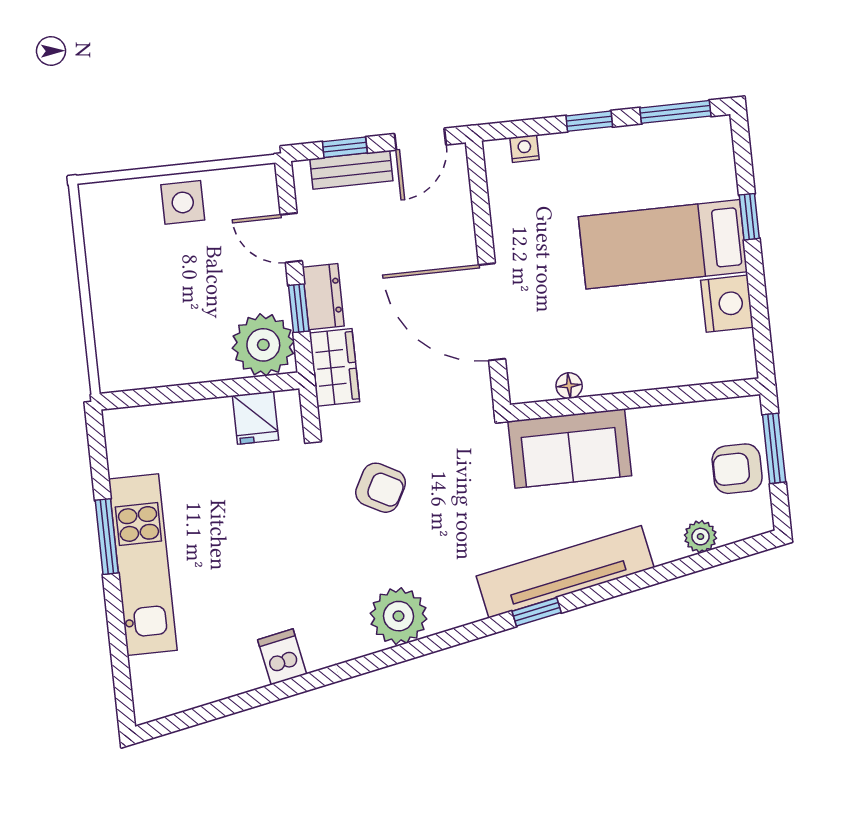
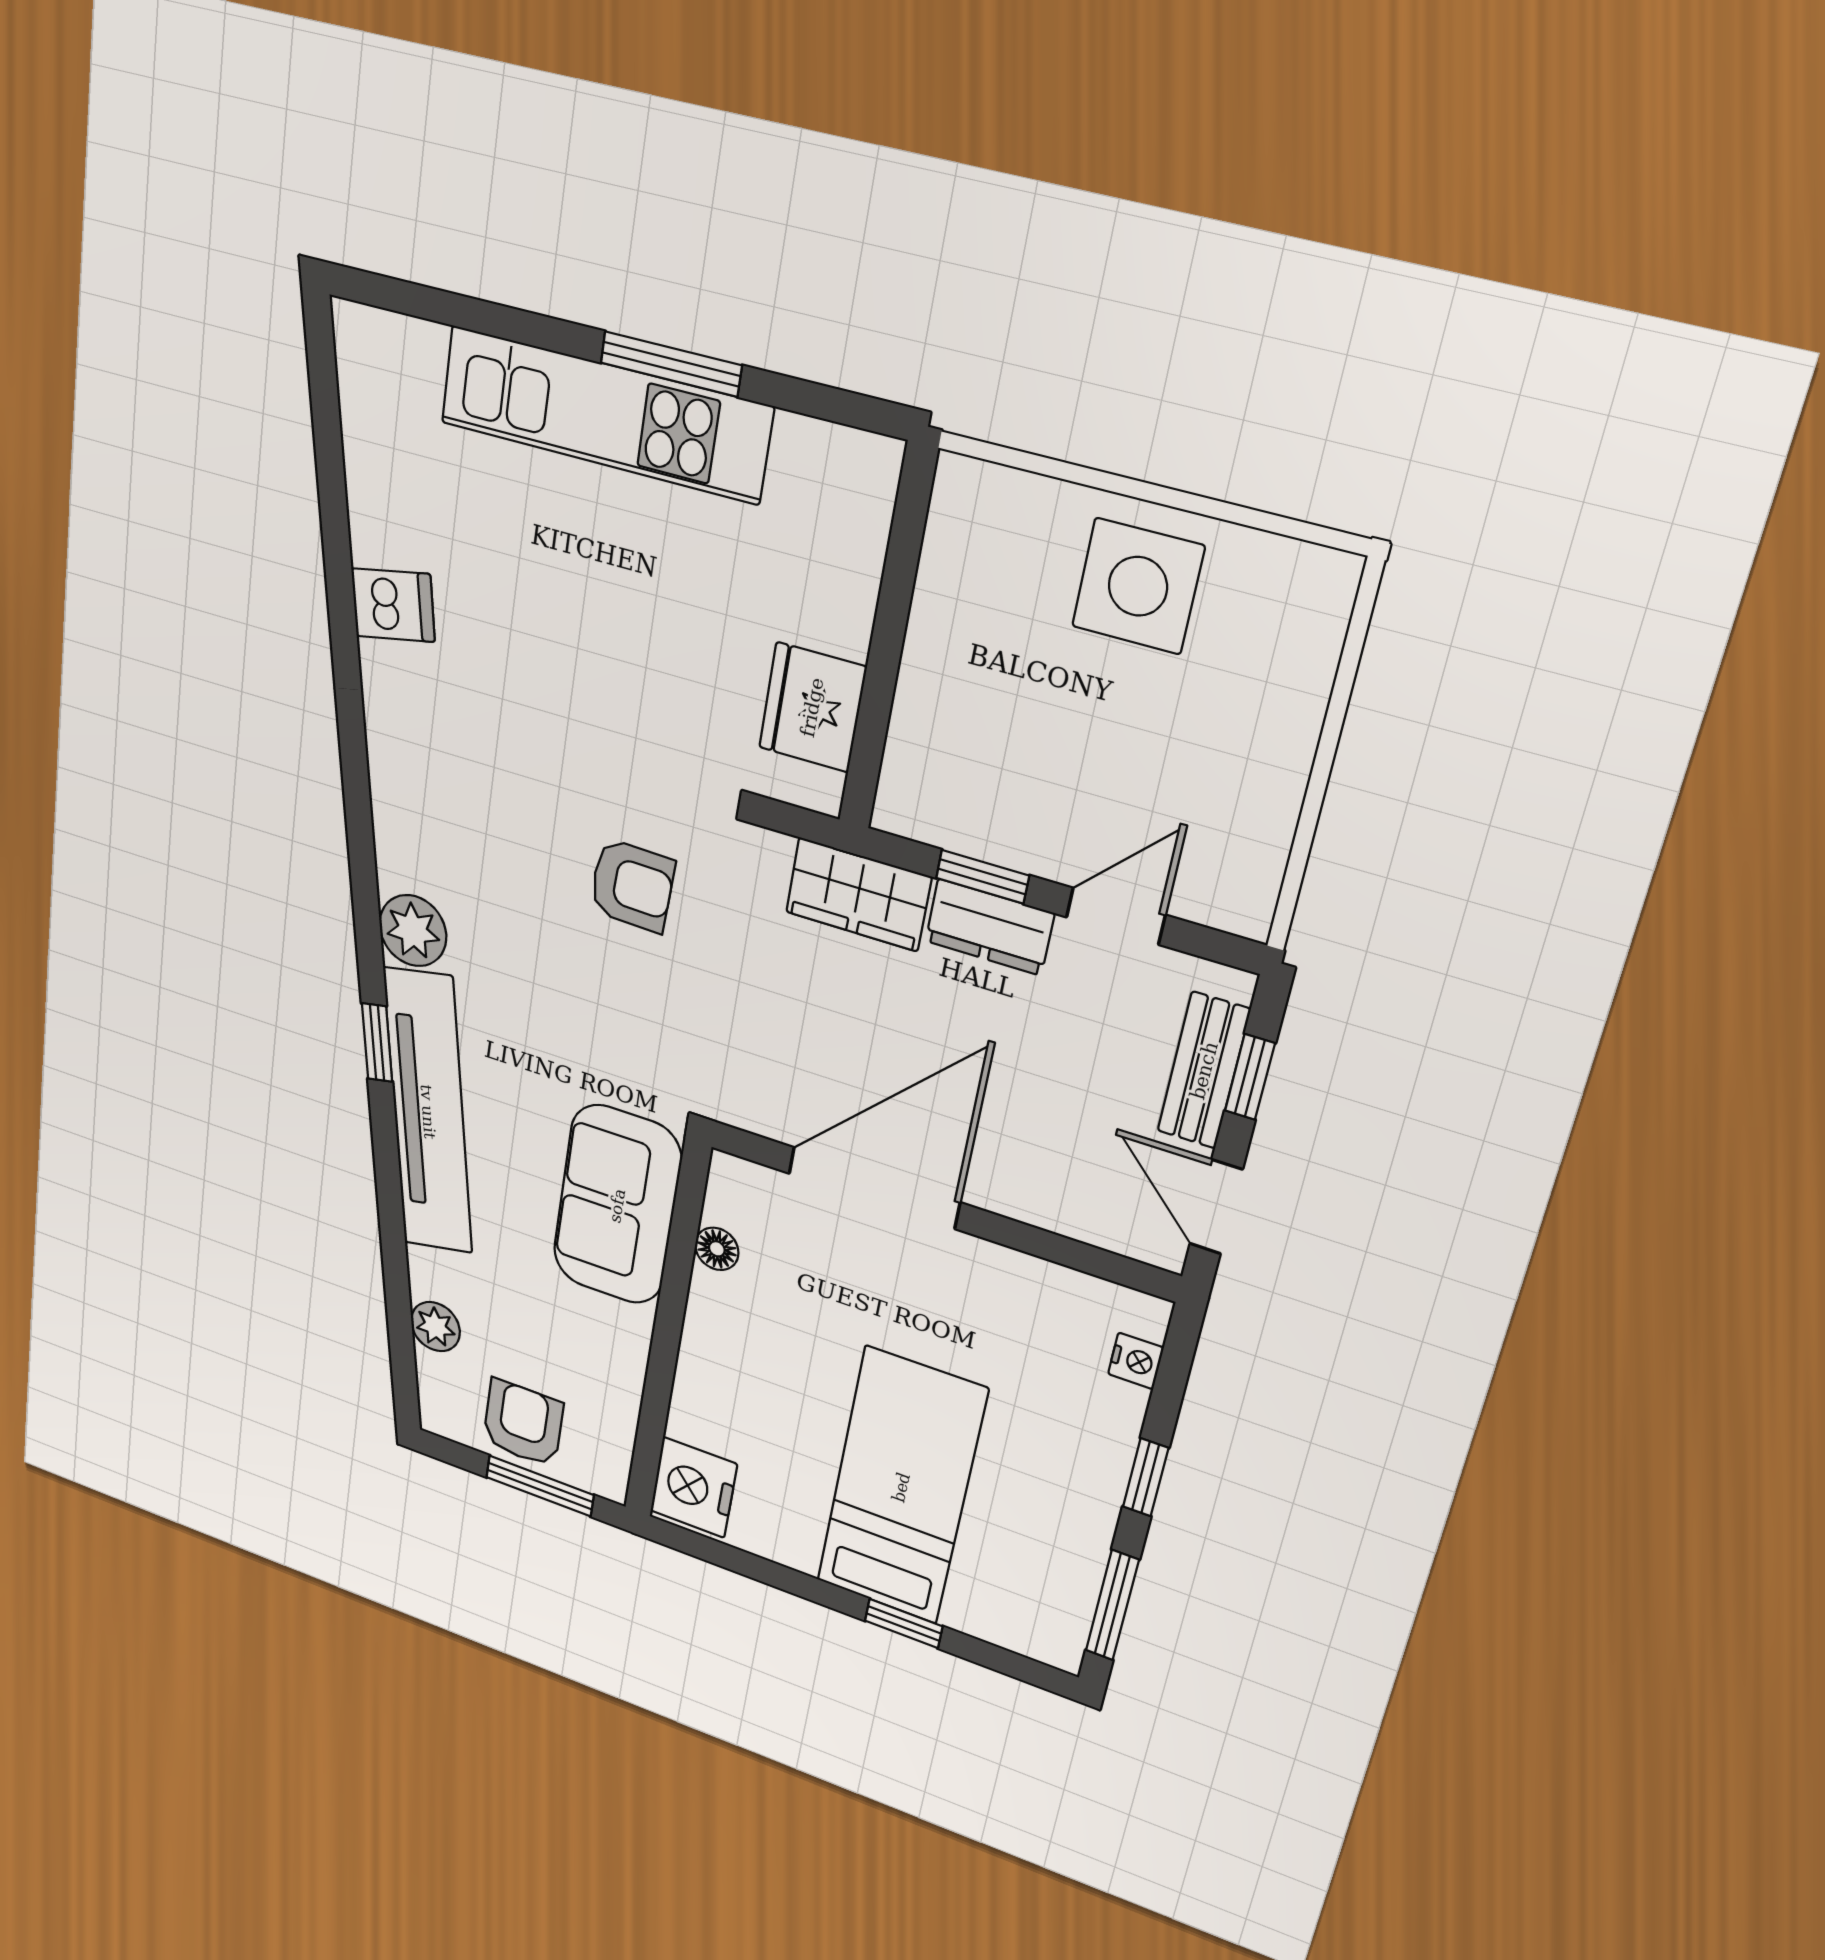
side table: (183, 202) -> (1138, 586), moved, width x1.37, depth x1.37
nightstand: (727, 304) -> (694, 1487), moved, turned 90
plant: (263, 345) -> (936, 788), removed
fridge: (256, 418) -> (812, 707), width x1.38
armchair: (381, 488) -> (632, 885), turned -116
plant: (399, 616) -> (413, 931), moved, width x0.73, depth x0.73

